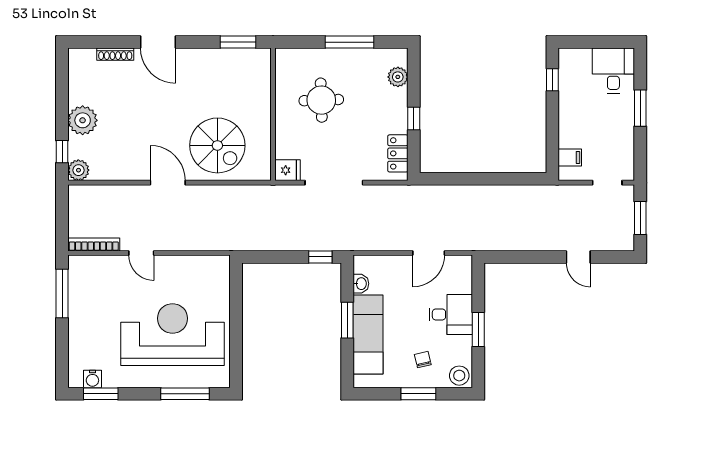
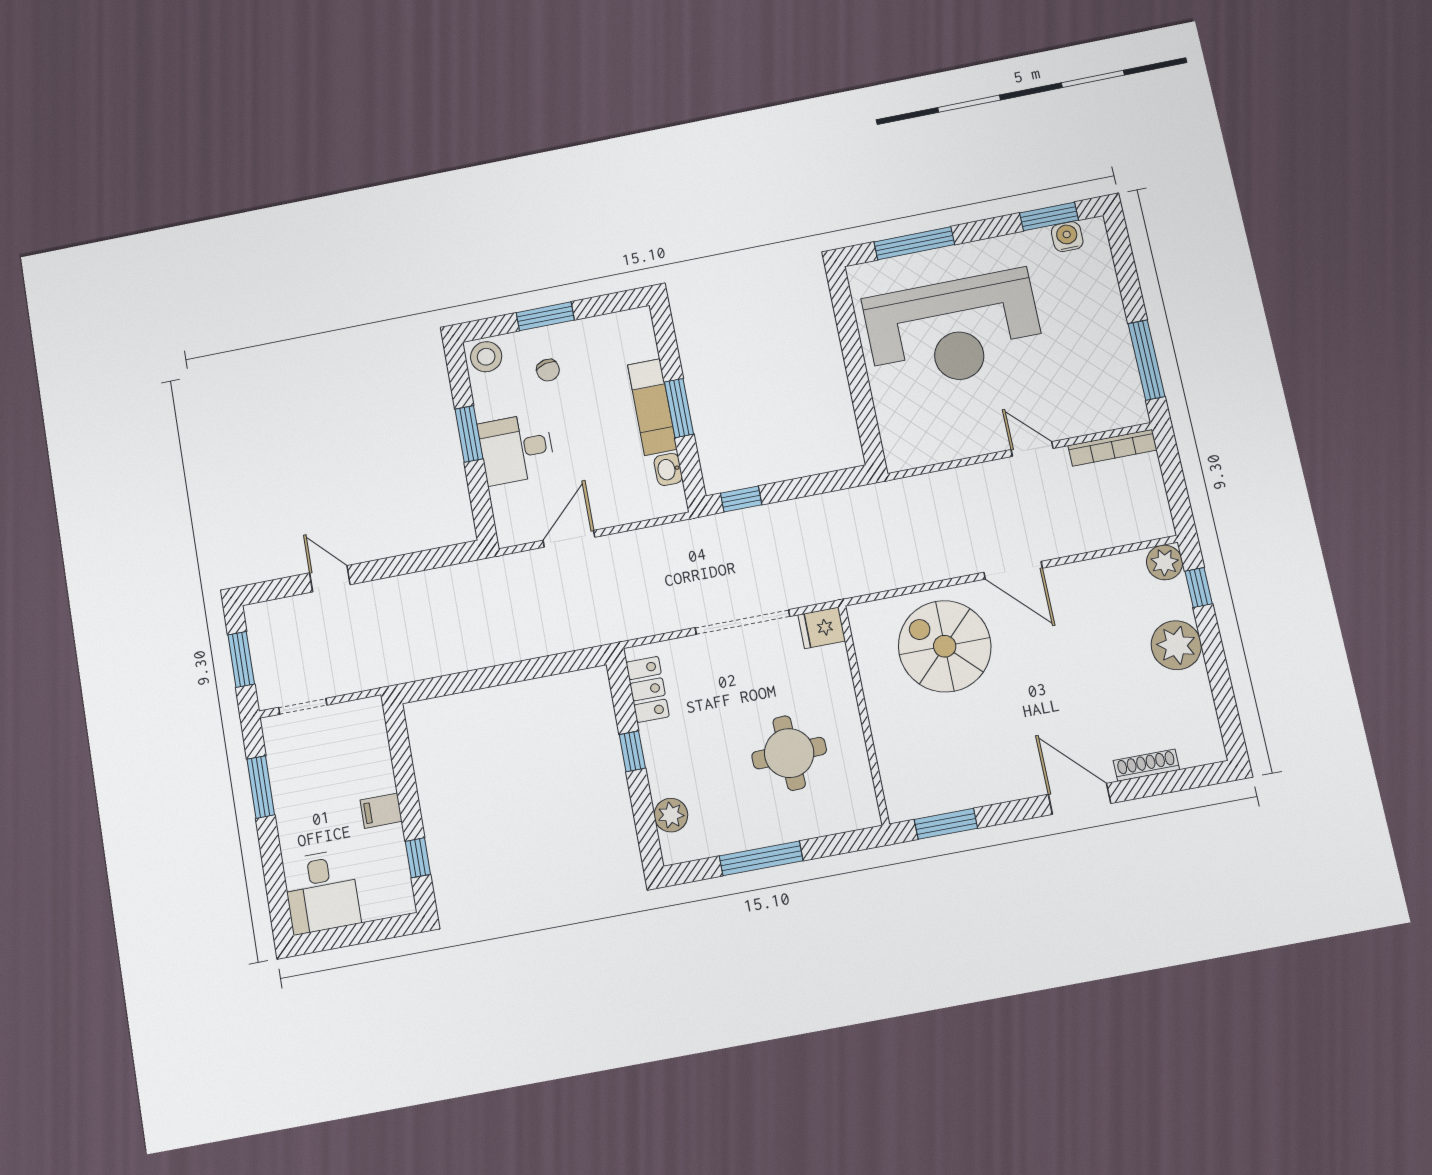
window: (640, 108) -> (261, 787), moved
filing cabinet: (570, 157) -> (381, 811), moved
exam couch: (368, 334) -> (652, 407), width x0.73, depth x0.69

